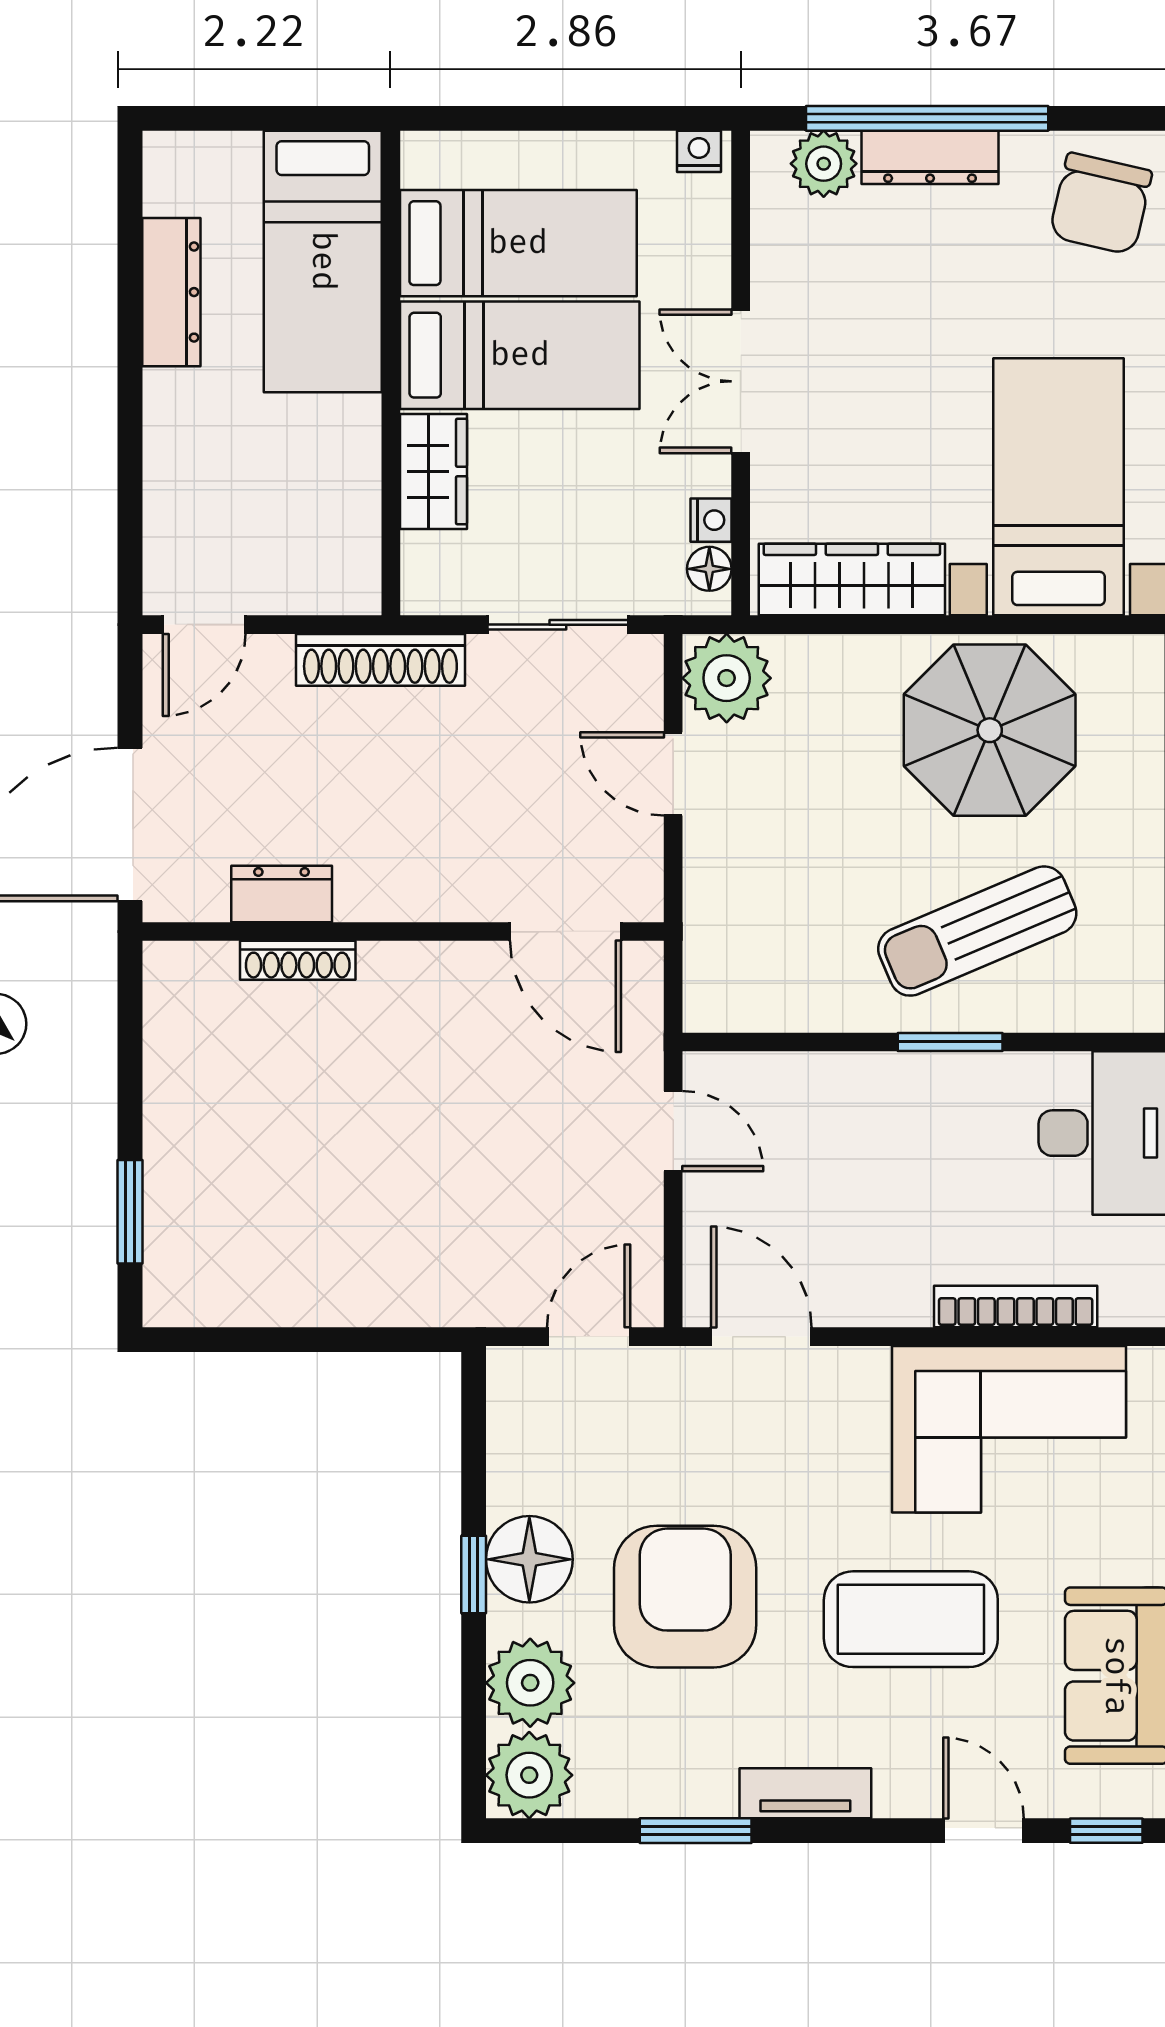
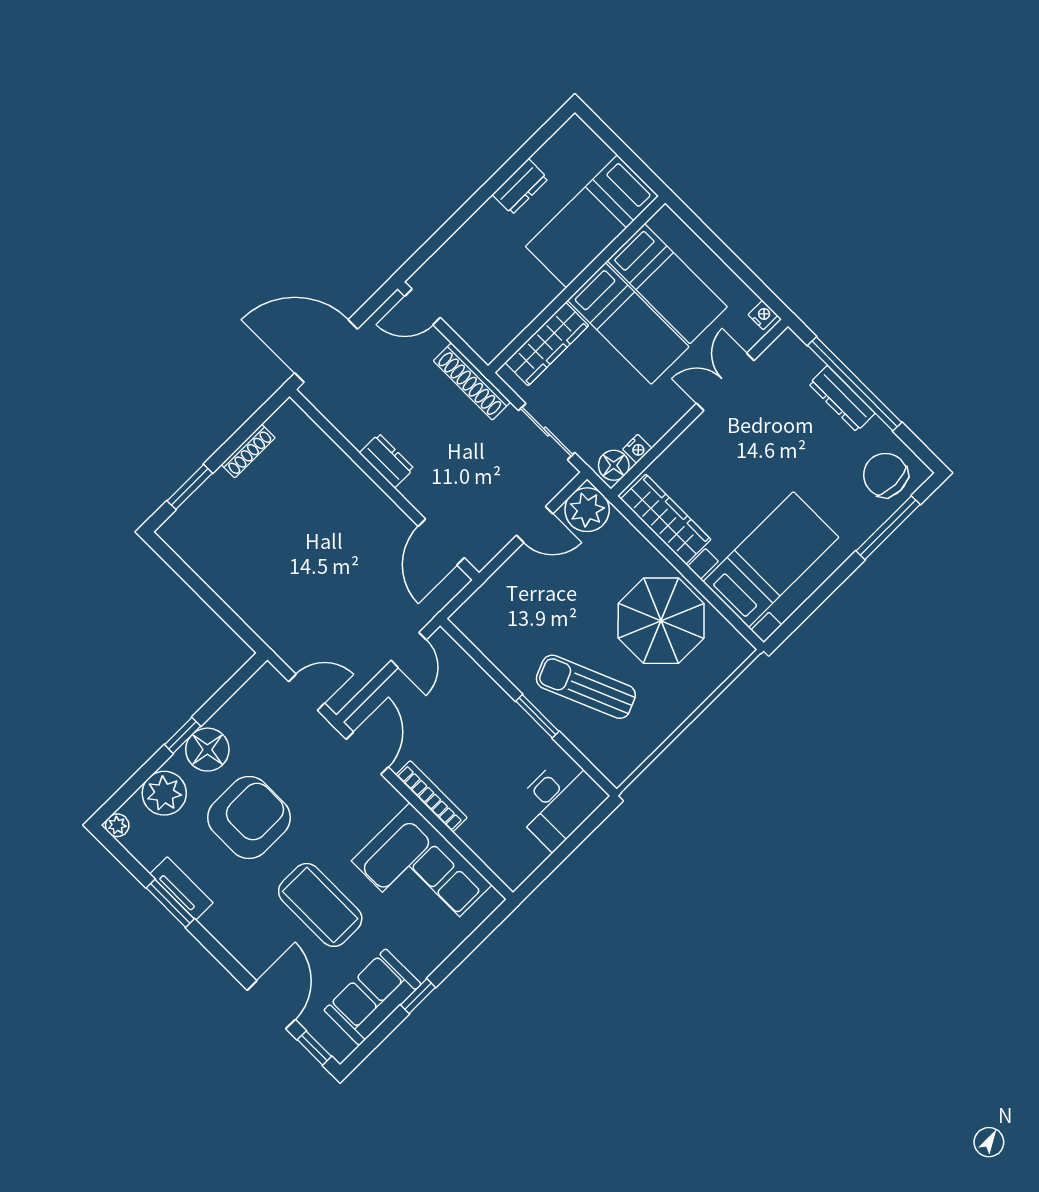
plant: (824, 164) -> (802, 363), removed
chair: (1101, 204) -> (885, 475), turned 77
dresser: (171, 292) -> (520, 187), width x0.70
double door: (741, 381) -> (725, 382), moved
wardrobe: (433, 471) -> (547, 344), width x1.50
floor lamp: (709, 569) -> (614, 465), width x1.37, depth x1.37
door: (673, 774) -> (535, 525), swing flipped
dresser: (282, 894) -> (387, 461), moved
shoe rack: (298, 960) -> (248, 451), moved, turned -90
bookcase: (1016, 1307) -> (431, 796), moved
plant: (529, 1775) -> (117, 825), width x0.53, depth x0.53
tv unit: (805, 1793) -> (181, 888), moved
door: (984, 1831) -> (271, 1005), width x1.38

